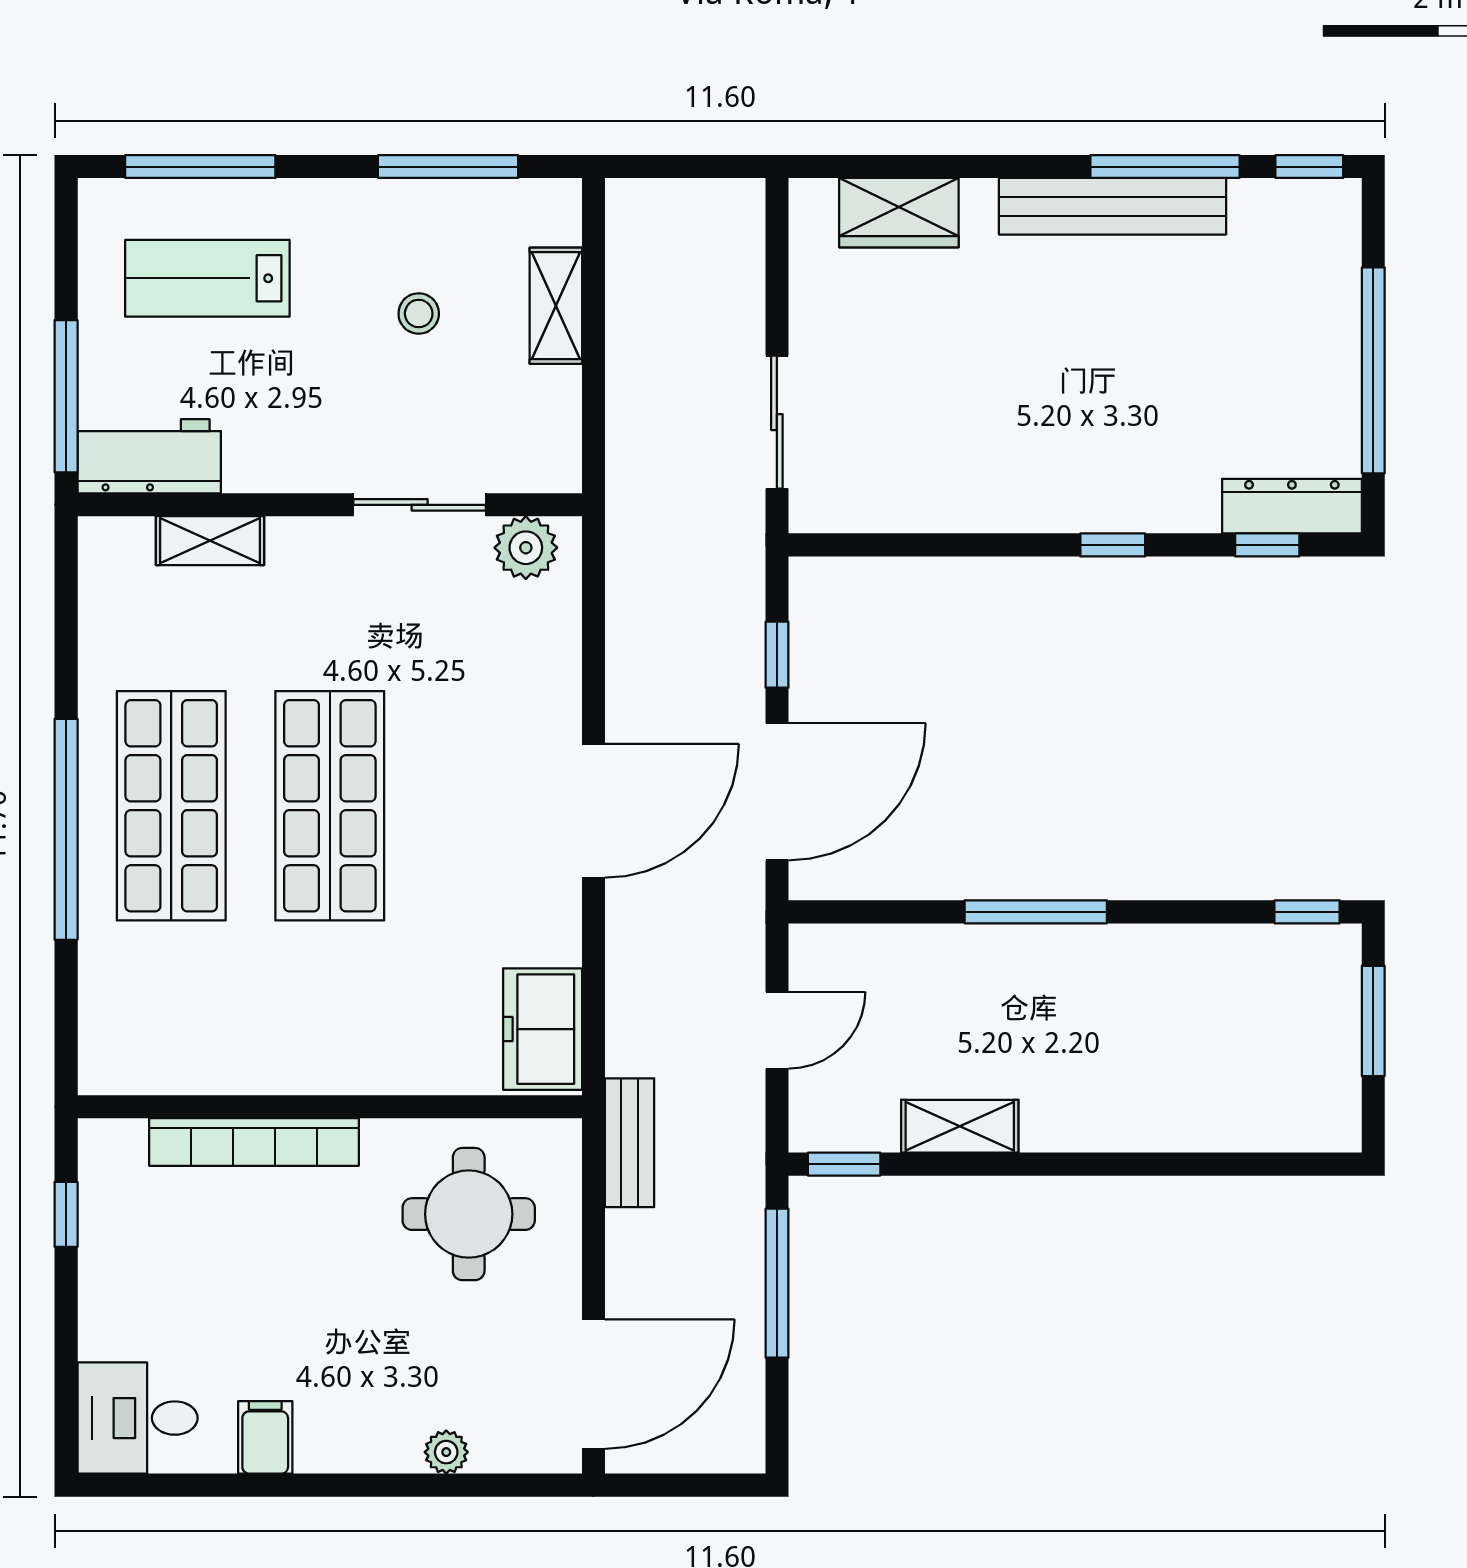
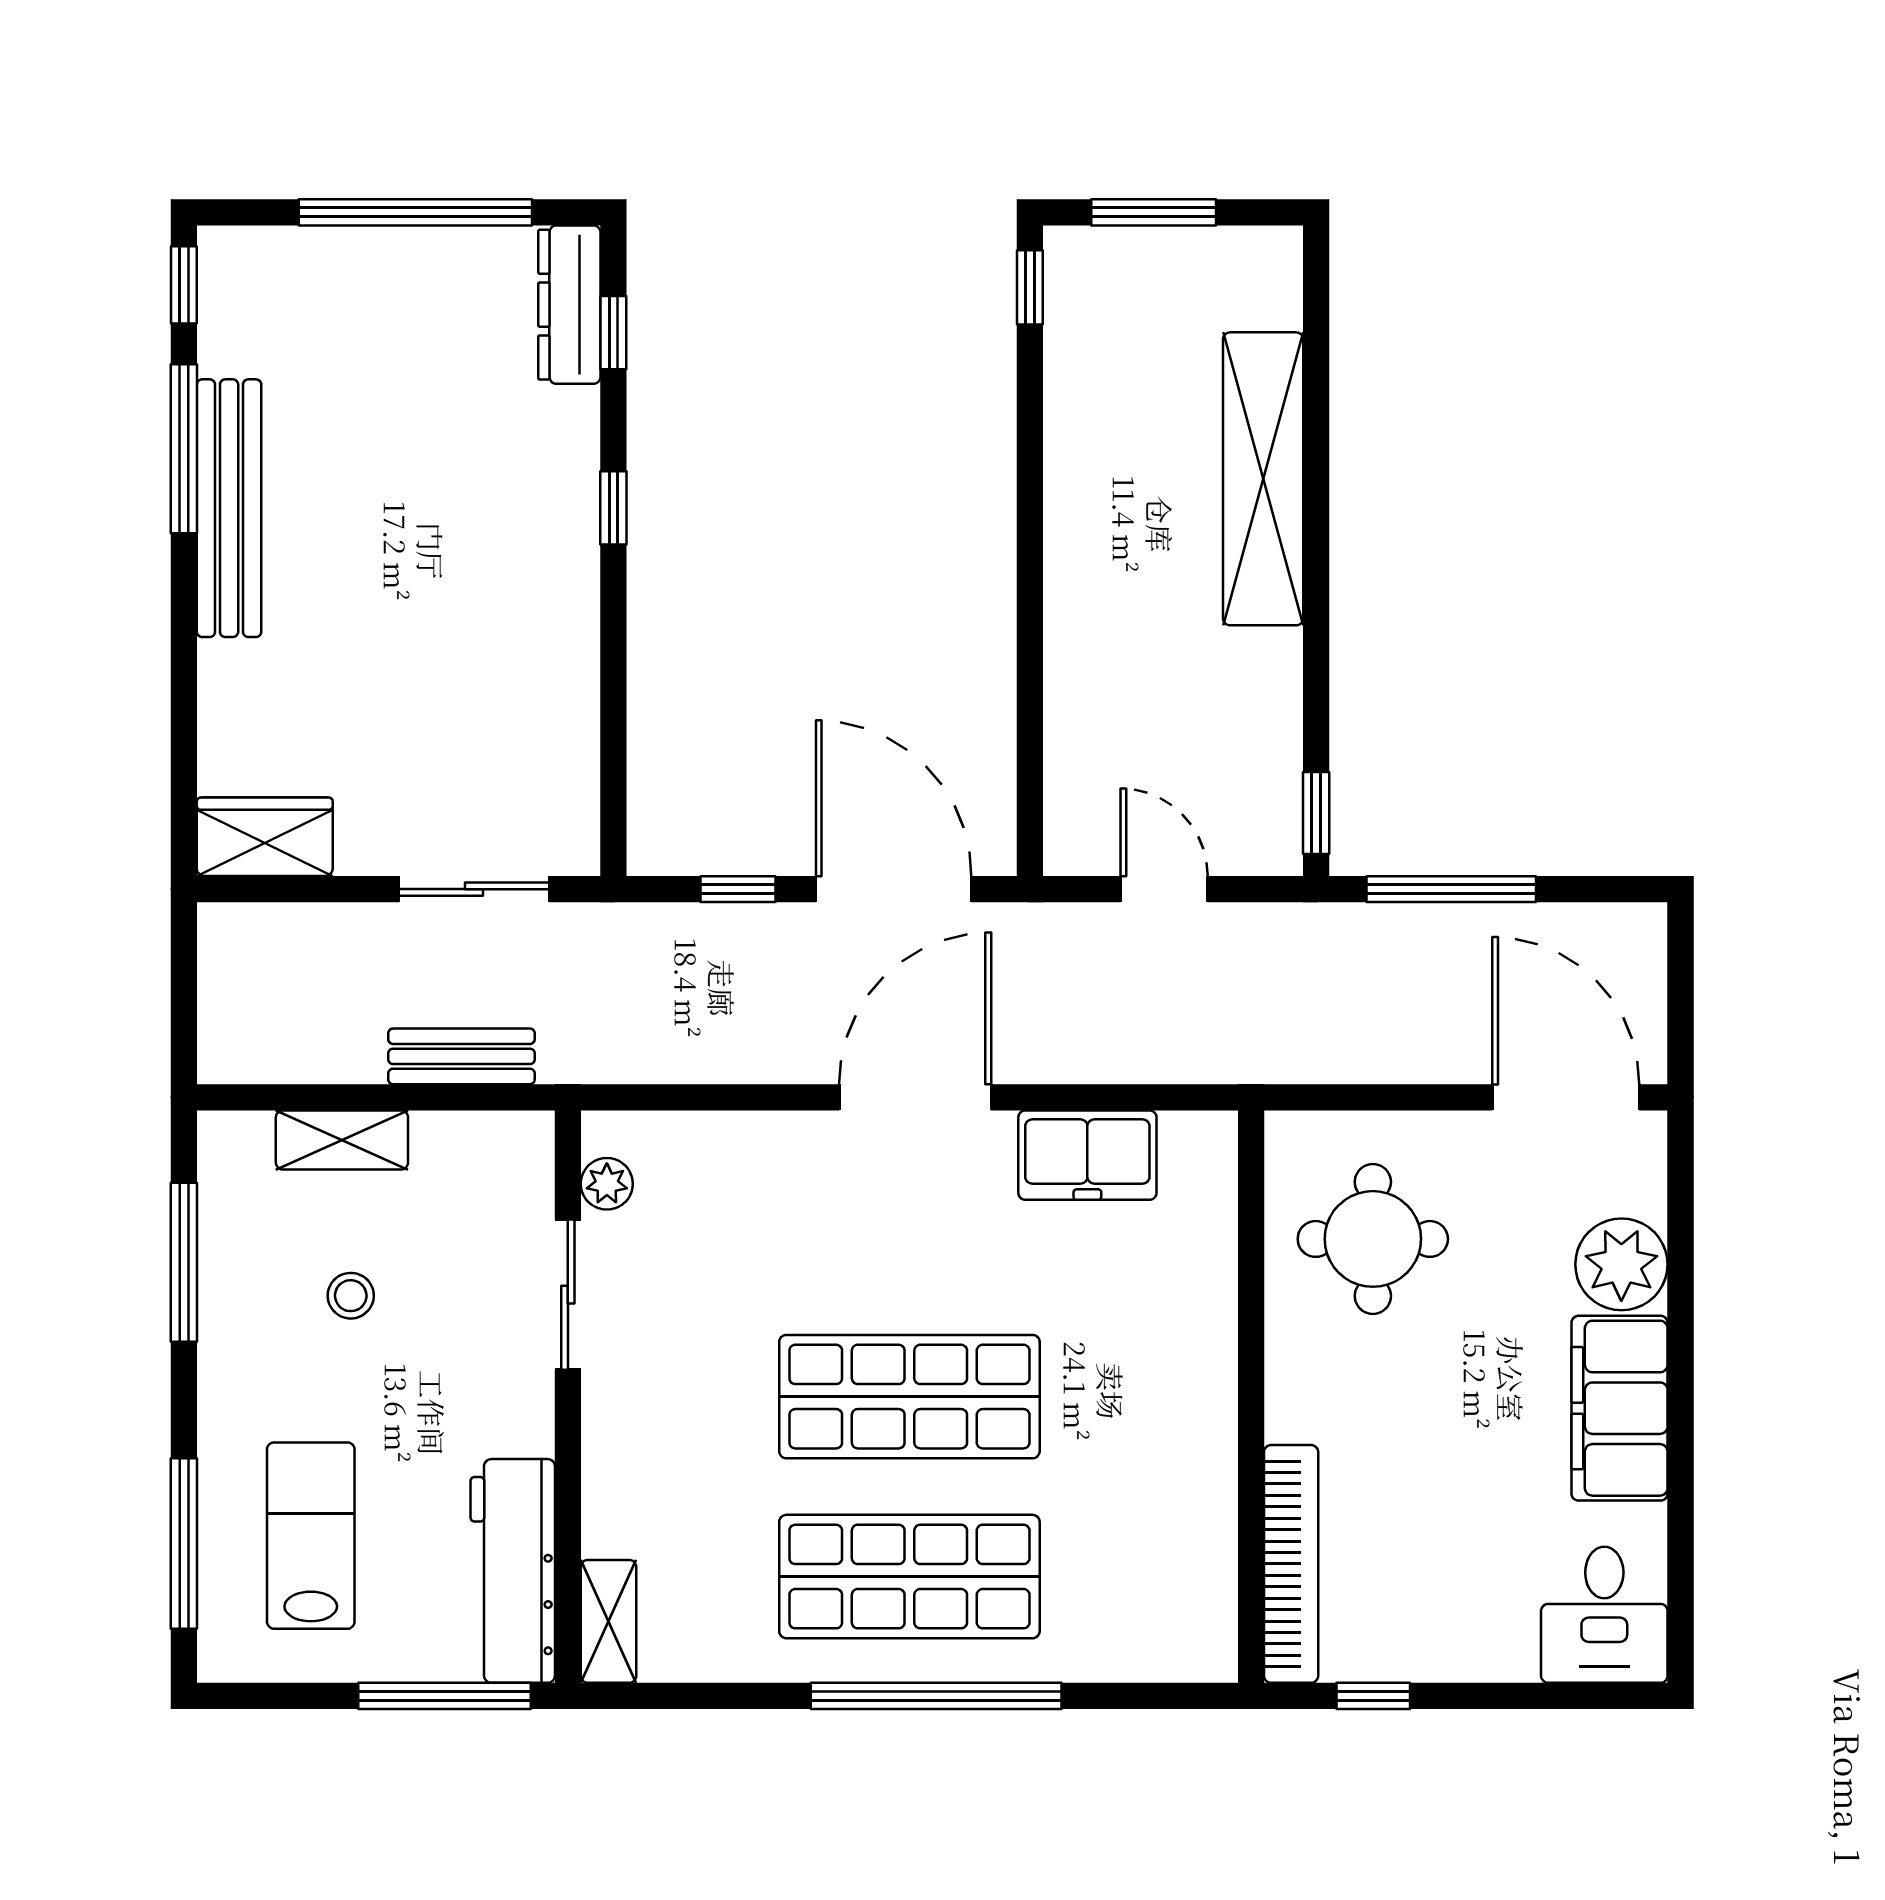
wardrobe: (899, 213) -> (265, 837), moved, turned -90
lab bench: (207, 278) -> (311, 1536), turned 180
workbench: (149, 456) -> (513, 1571), width x1.38
shelving: (210, 541) -> (609, 1621), moved
plant: (526, 548) -> (607, 1184), width x0.73, depth x0.73
door: (594, 811) -> (915, 1097), hinge flipped
window: (1036, 912) -> (1030, 595), removed
freezer: (543, 1029) -> (1087, 1155), moved
shelving: (960, 1126) -> (1263, 479), moved, width x2.20, depth x1.33
bookcase: (254, 1142) -> (1291, 1564), moved
bench: (630, 1143) -> (461, 1056), moved
filing cabinet: (265, 1437) -> (1620, 1408), width x3.00, depth x1.17
plant: (446, 1452) -> (1621, 1264), width x1.88, depth x1.88

